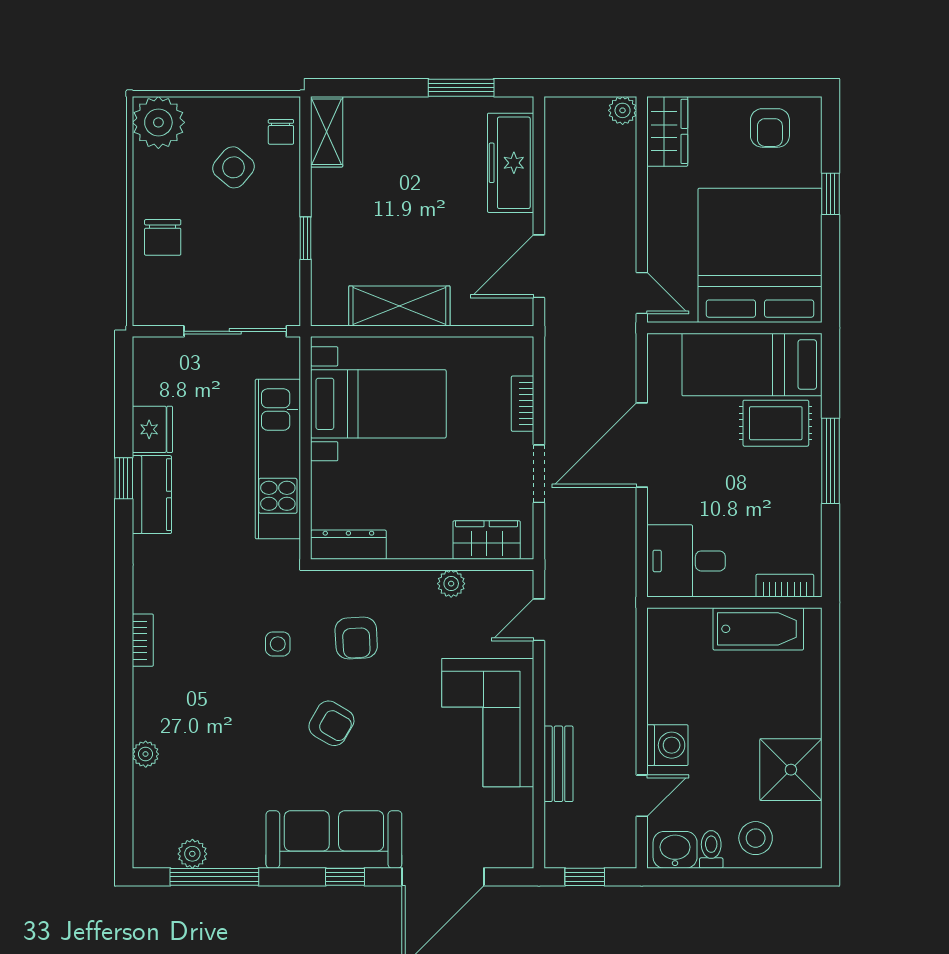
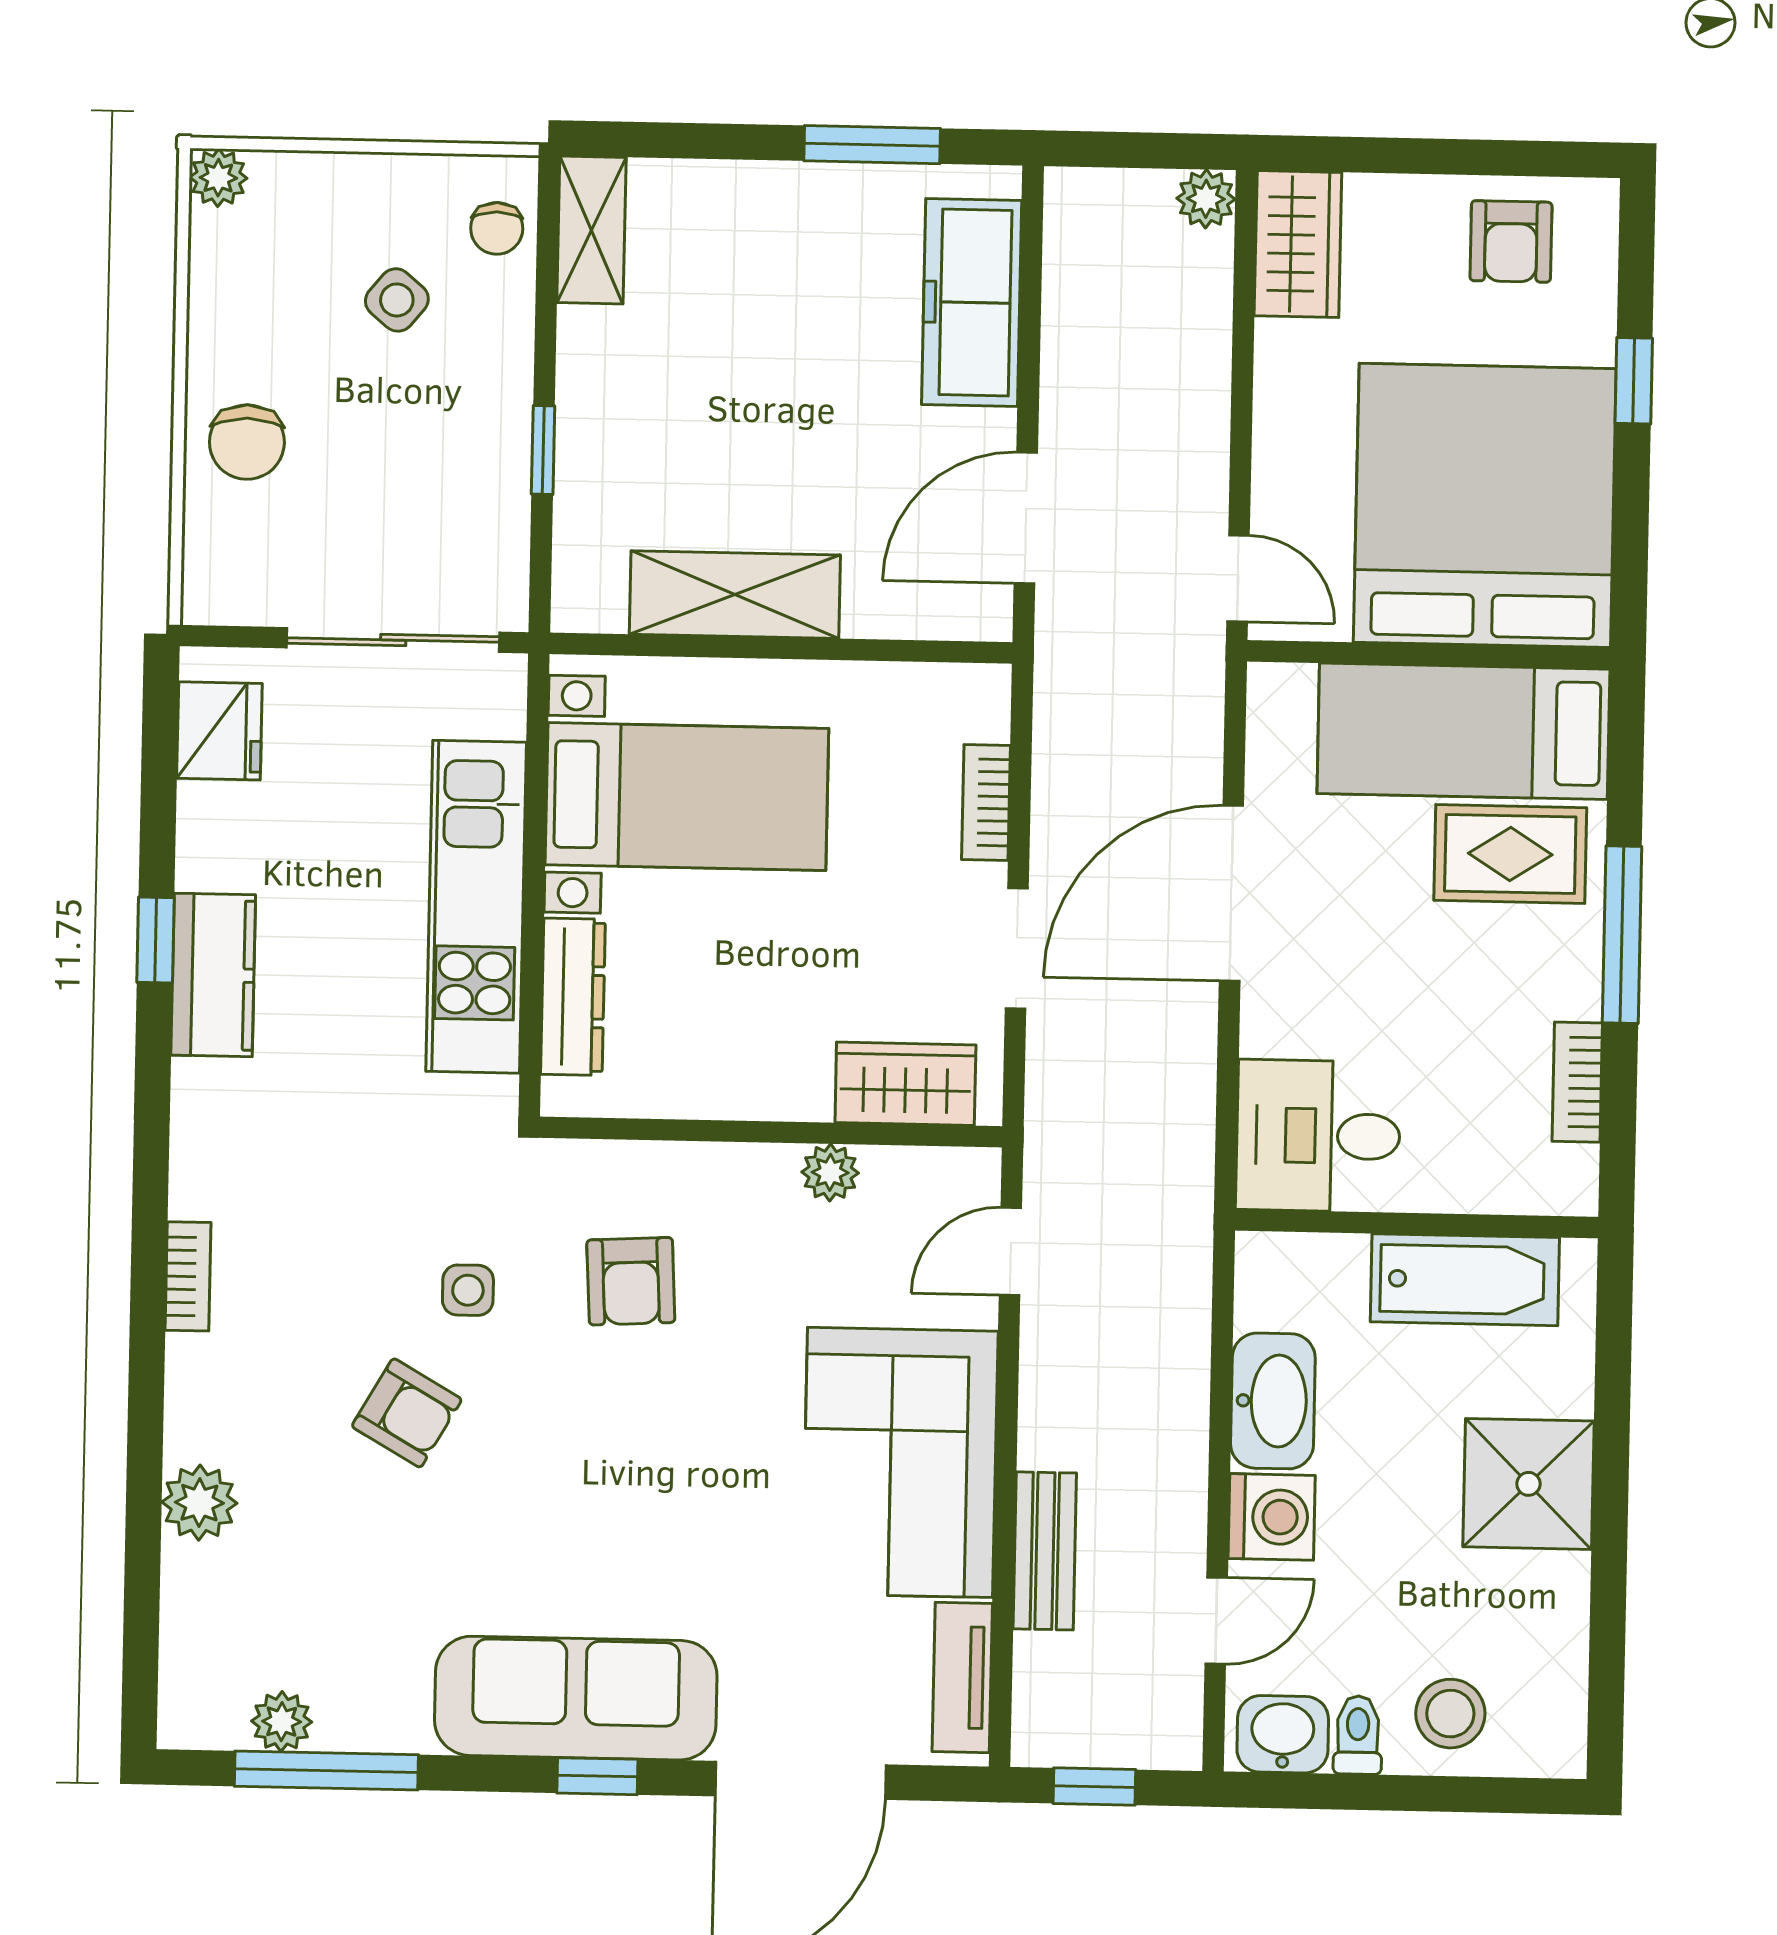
plant: (158, 122) -> (218, 178), width x0.53, depth x0.53
side table: (234, 167) -> (397, 300), width x0.73, depth x0.73
fridge: (152, 429) -> (219, 731), moved
dresser: (348, 545) -> (573, 997), moved, turned 90
bookcase: (785, 586) -> (1577, 1082), moved, turned -90
washbasin: (667, 689) -> (1273, 1401), added
armchair: (331, 723) -> (407, 1413), moved
plant: (146, 754) -> (199, 1503), width x1.38, depth x1.38
shower: (791, 770) -> (1528, 1484), moved
tv unit: (520, 826) -> (962, 1678), added

